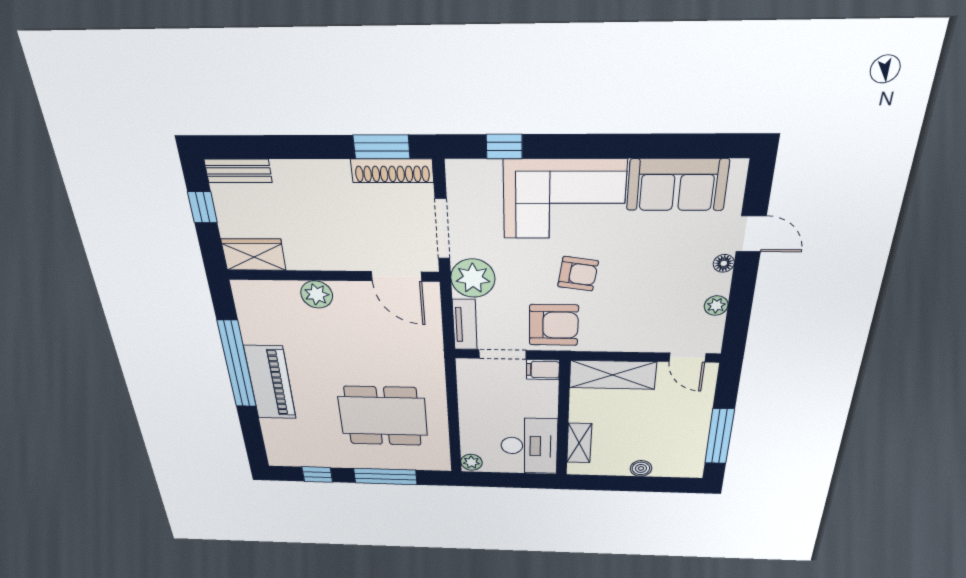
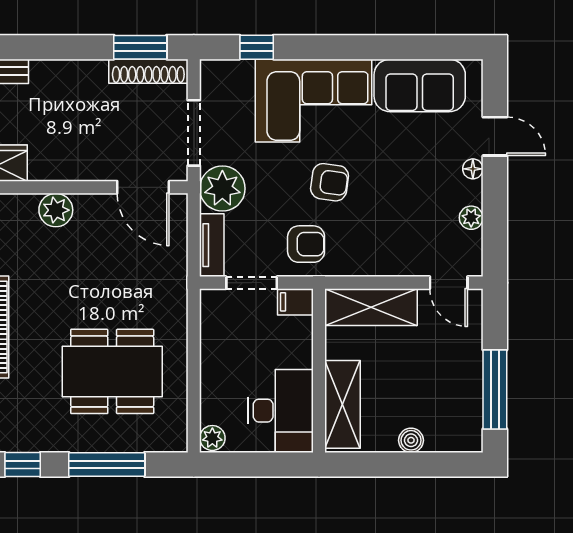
armchair: (554, 325) -> (306, 244), width x0.72, depth x0.72
shelving: (579, 443) -> (343, 404), width x1.50, depth x1.33

